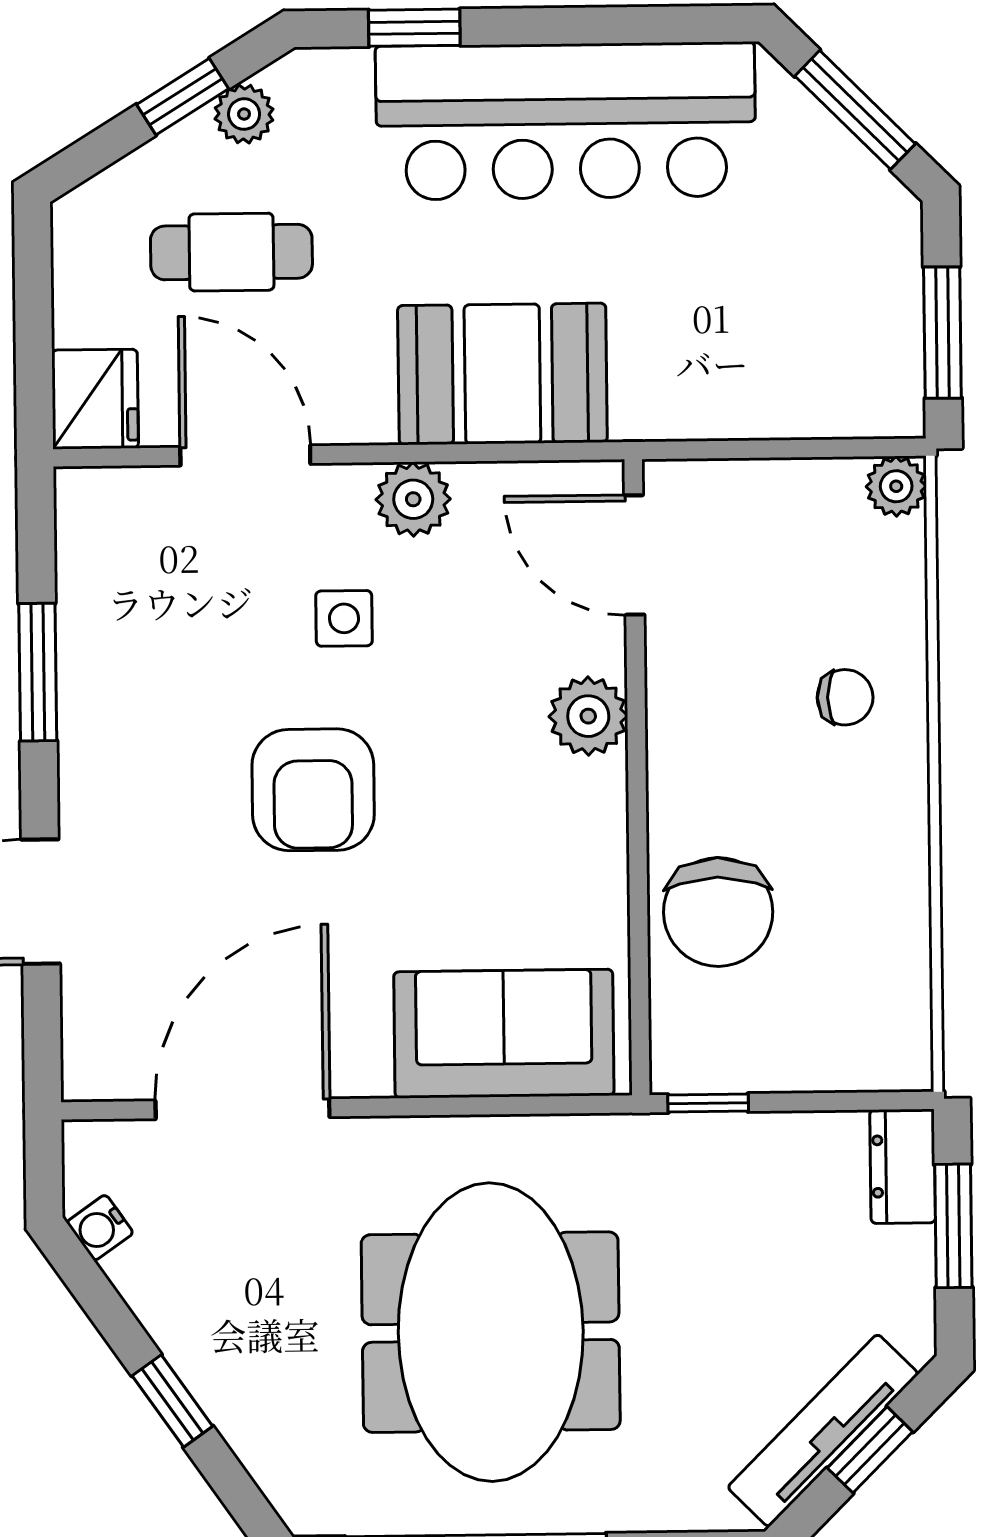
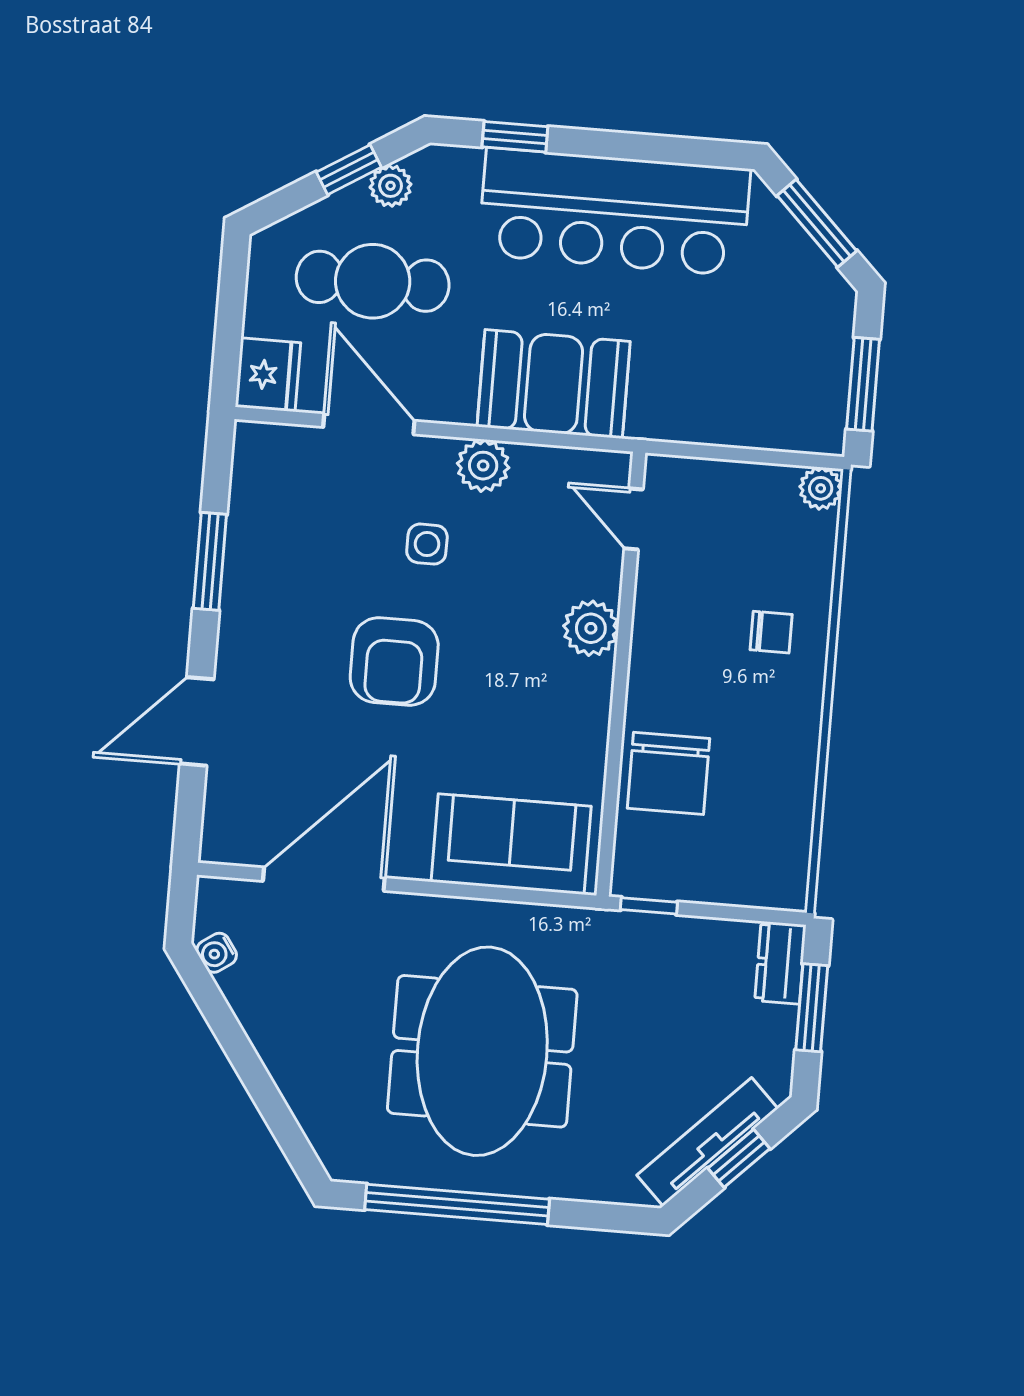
cafe table: (231, 252) -> (373, 281), width x1.37, depth x1.35
door: (634, 555) -> (634, 519), width x0.73
window: (172, 1401) -> (256, 1078), removed

